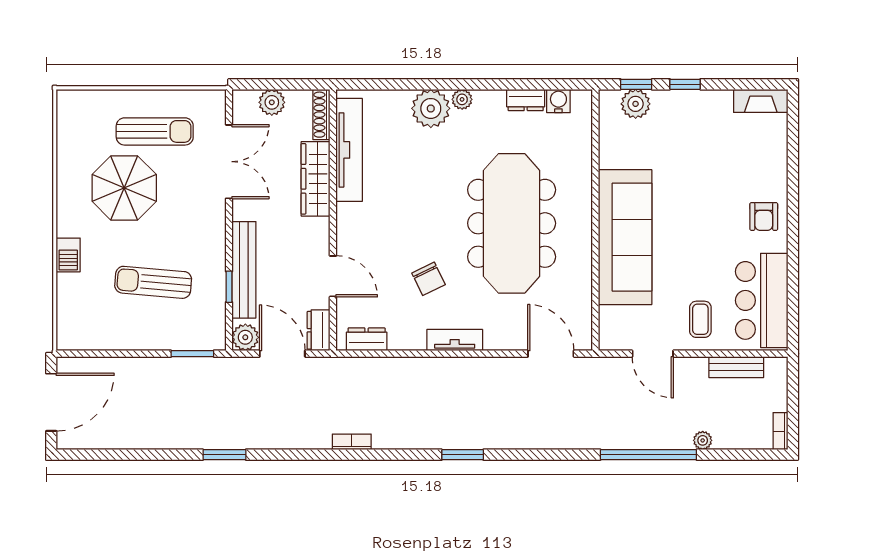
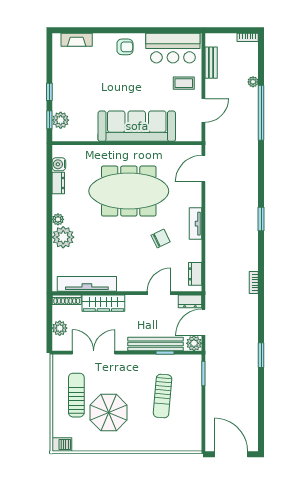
fireplace: (761, 101) -> (77, 40), moved, turned 90
barbecue: (68, 255) -> (62, 445), moved

